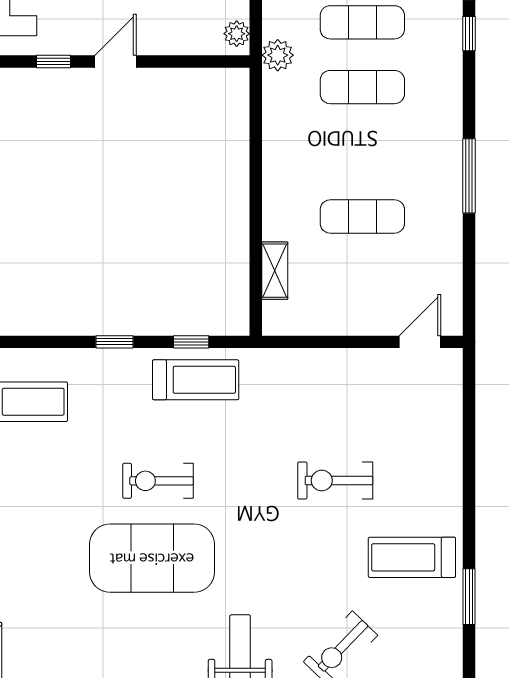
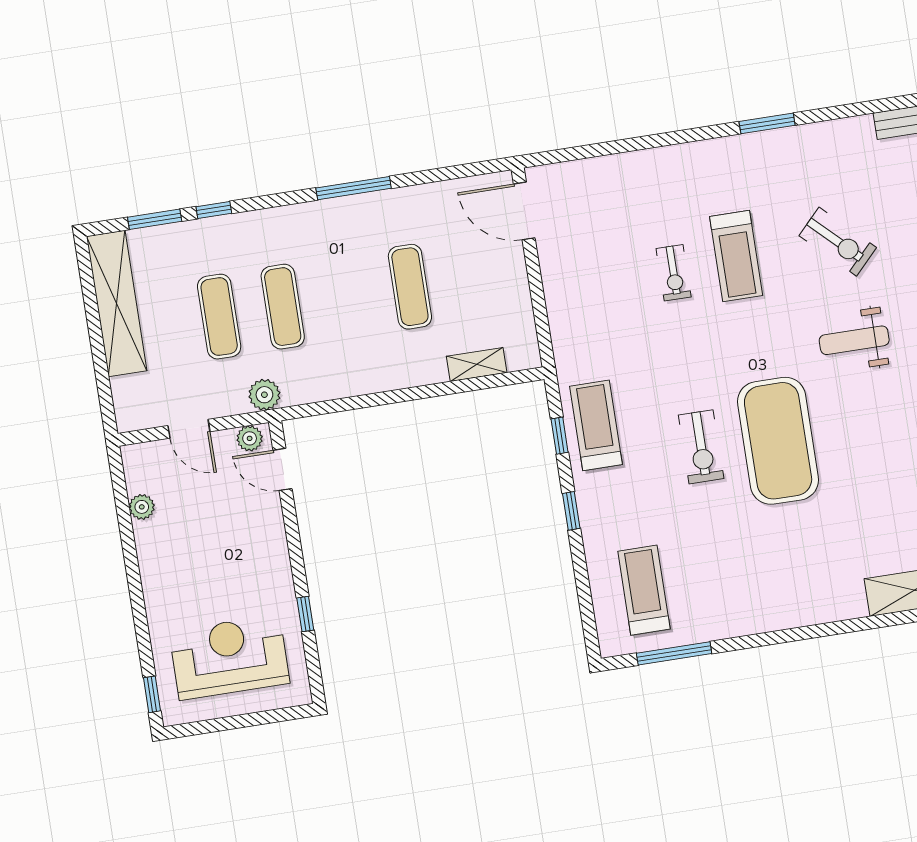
door: (115, 62) -> (282, 469), moved
door: (420, 342) -> (524, 211), width x1.37
exercise bike: (335, 481) -> (674, 273), width x0.73, depth x0.72
treadmill: (412, 557) -> (736, 256), moved

